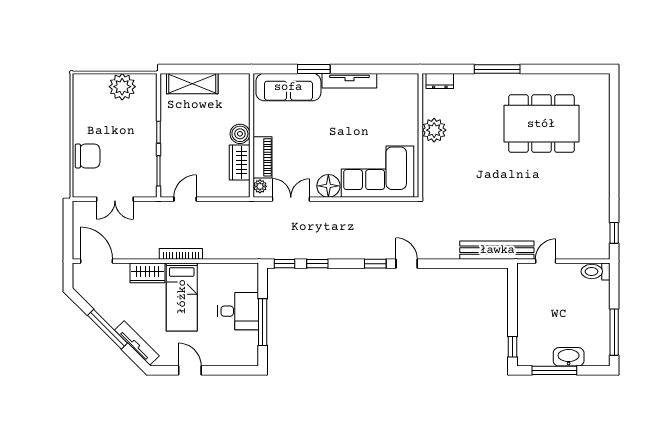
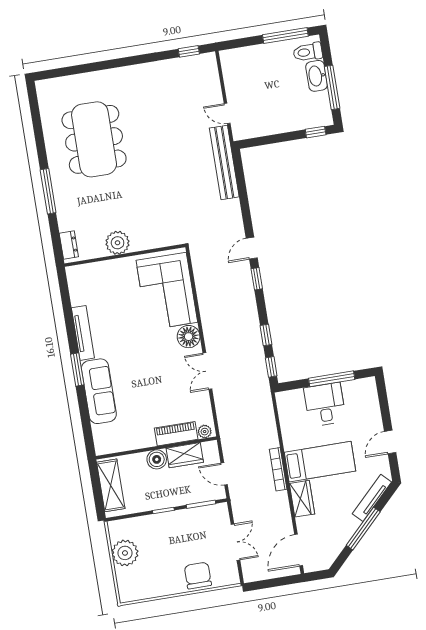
boiler: (240, 134) -> (157, 459), moved
wall: (251, 135) -> (156, 448), moved
piano: (263, 157) -> (176, 434), moved
wardrobe: (240, 163) -> (185, 455), moved
plant: (260, 186) -> (205, 432), moved
toilet: (595, 271) -> (308, 52), moved, turned 90

